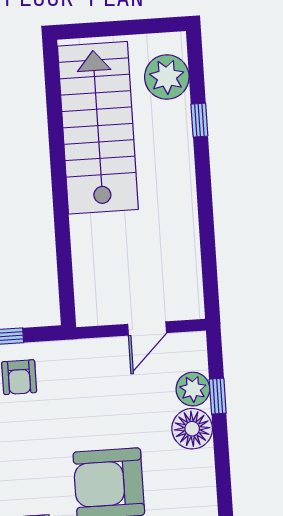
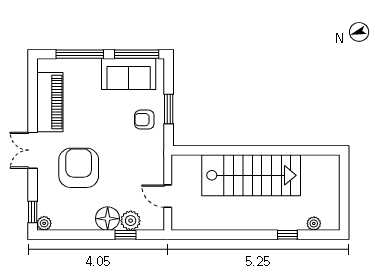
plant: (167, 77) -> (314, 224), width x0.53, depth x0.53
stairs: (98, 128) -> (251, 175), moved

